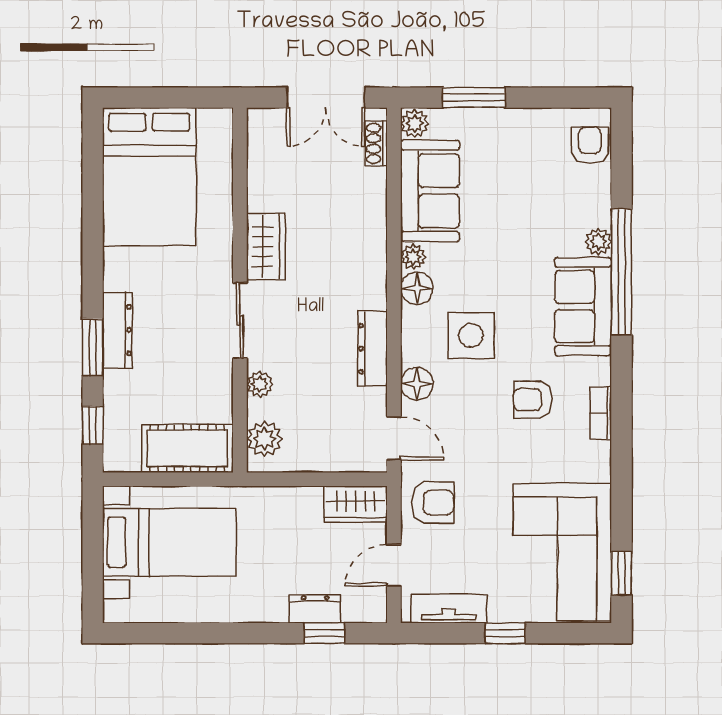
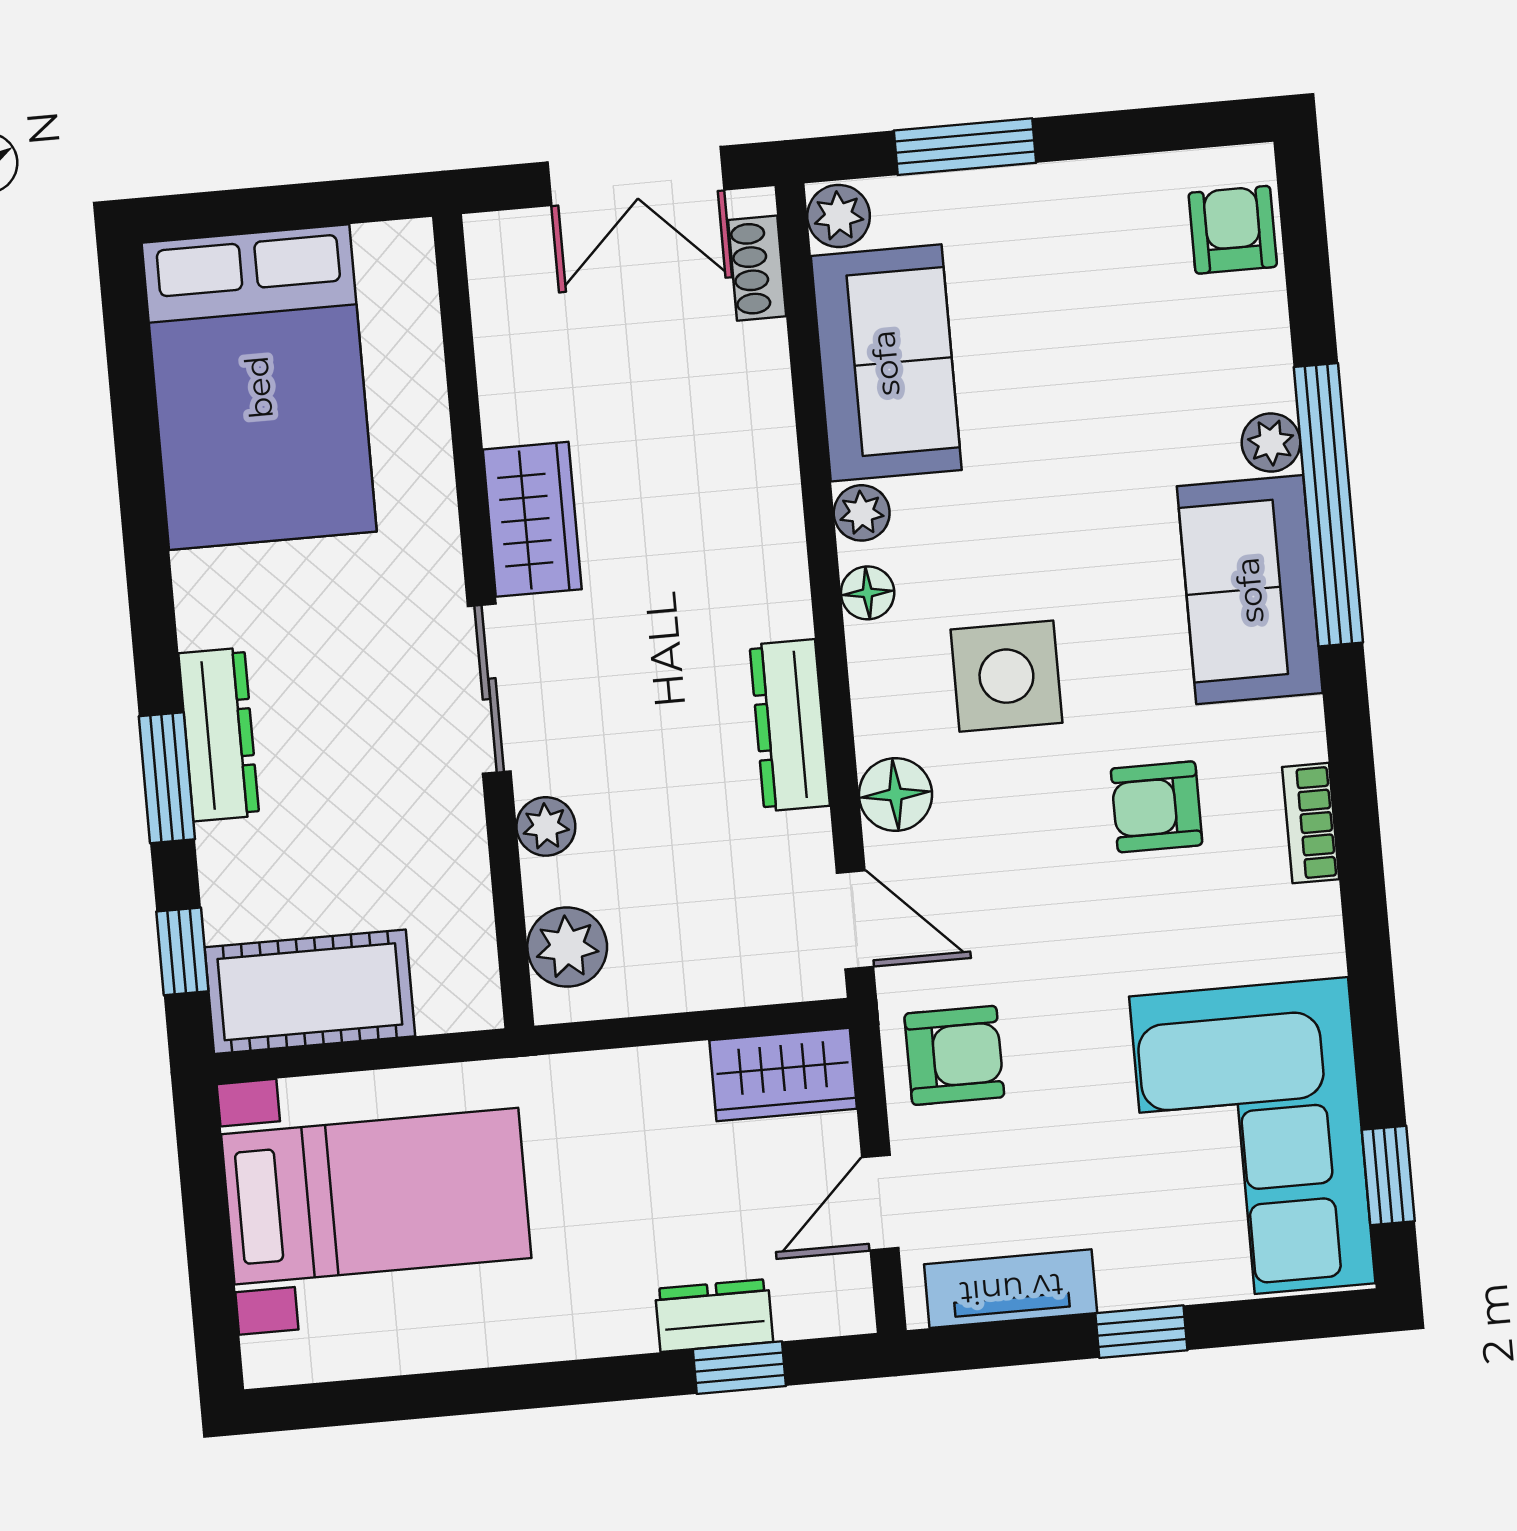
floor lamp: (417, 288) -> (868, 593), width x0.73, depth x0.73
cot: (187, 448) -> (310, 992), moved

